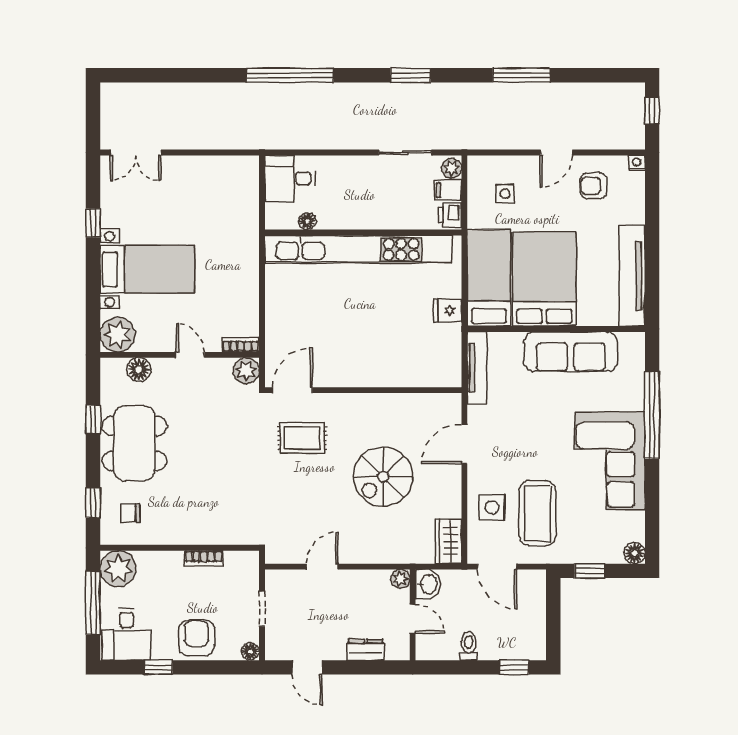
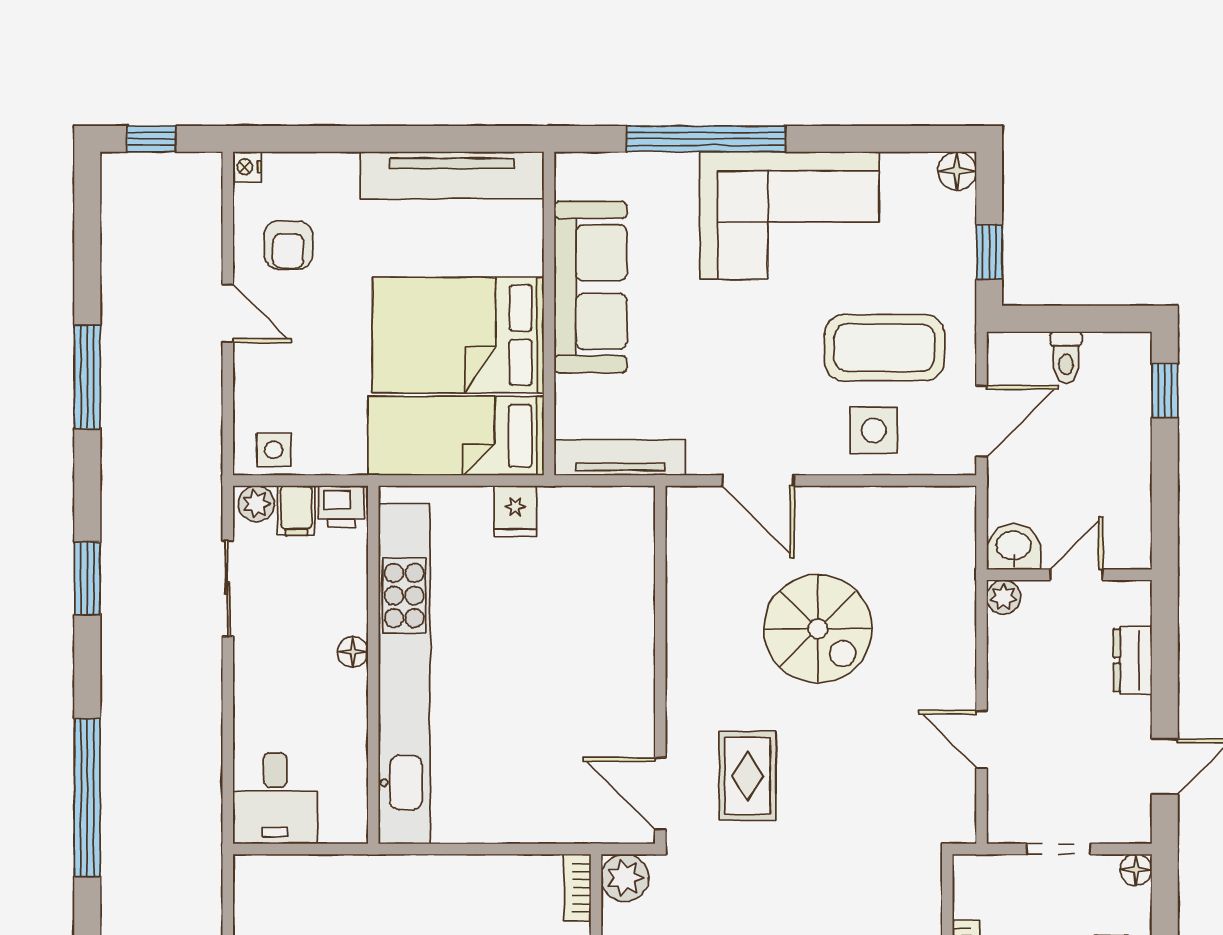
side table: (505, 194) -> (274, 450), moved
floor lamp: (307, 221) -> (353, 652), moved
wardrobe: (449, 542) -> (936, 509), removed
toilet: (469, 646) -> (1066, 357), moved, turned -90

